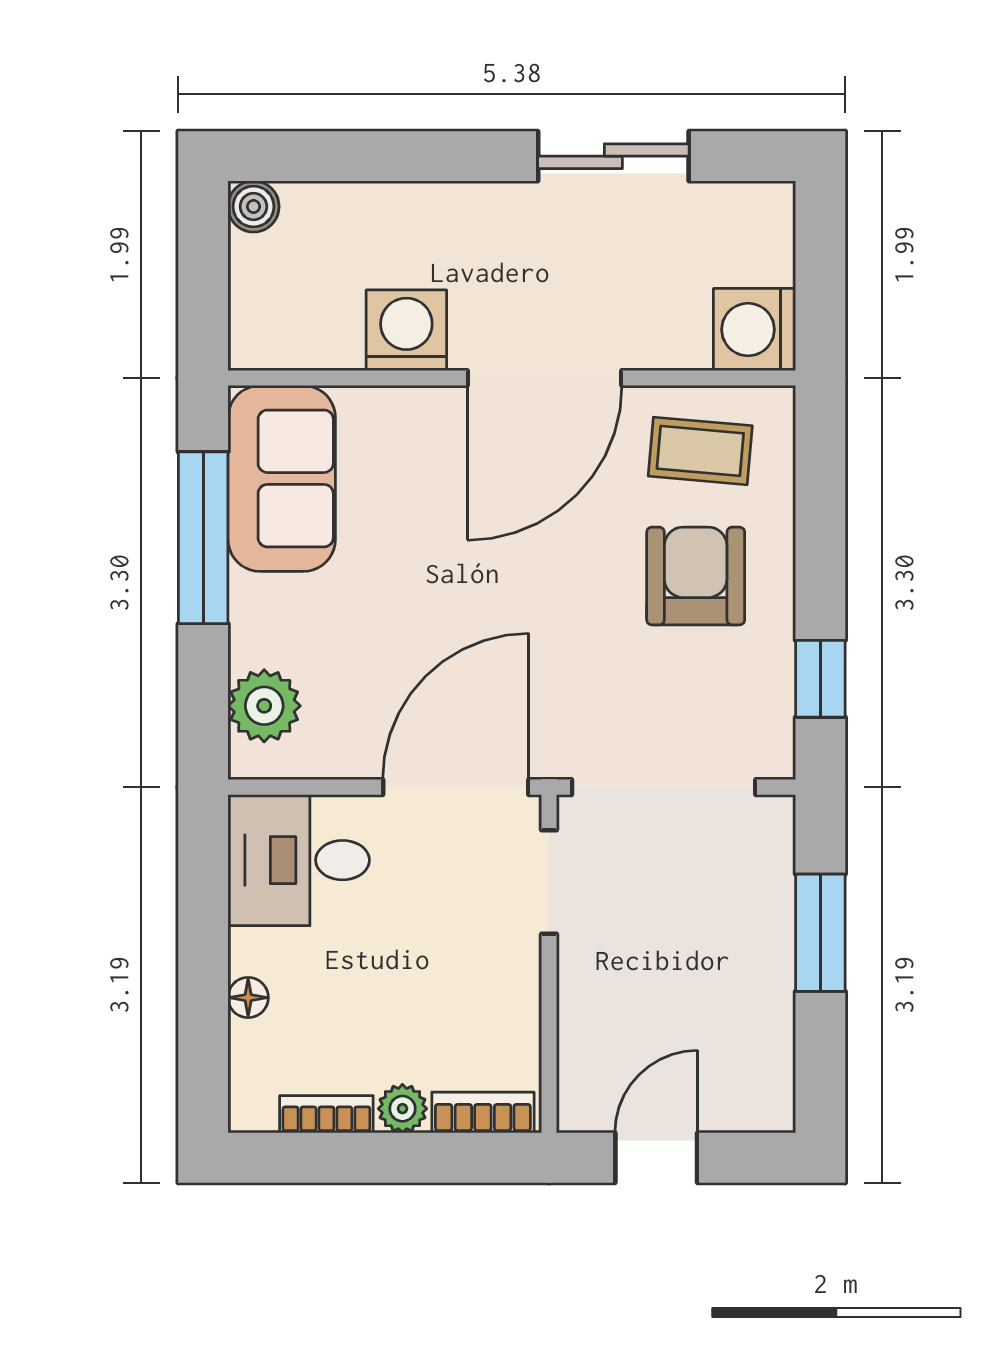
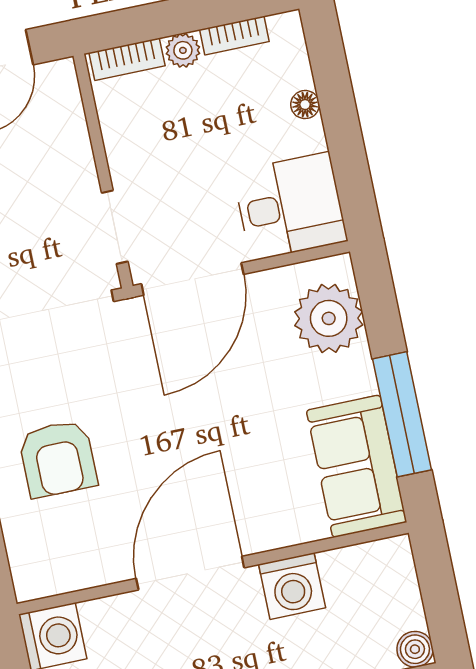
coffee table: (700, 451) -> (73, 545), removed
plant: (264, 706) -> (329, 318), width x1.36, depth x1.36

